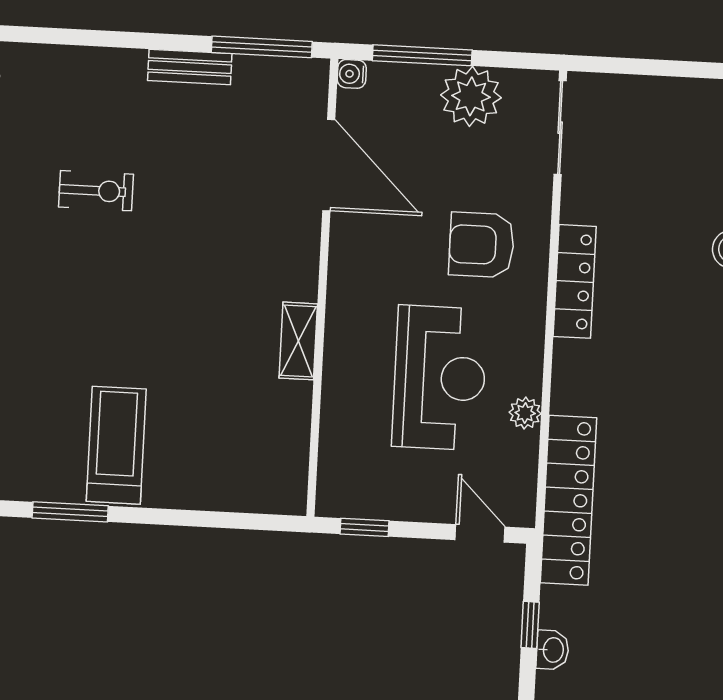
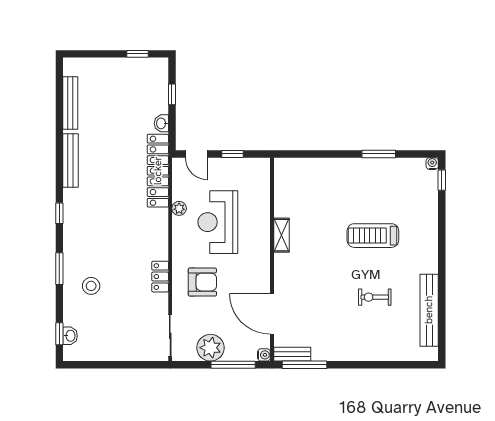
bench: (190, 67) -> (292, 354), moved
locker: (575, 281) -> (160, 277), width x0.66
treadmill: (116, 445) -> (373, 236), moved, turned 90
window: (364, 527) -> (233, 154), moved
window: (530, 625) -> (172, 94), moved
washbasin: (552, 650) -> (161, 123), moved

